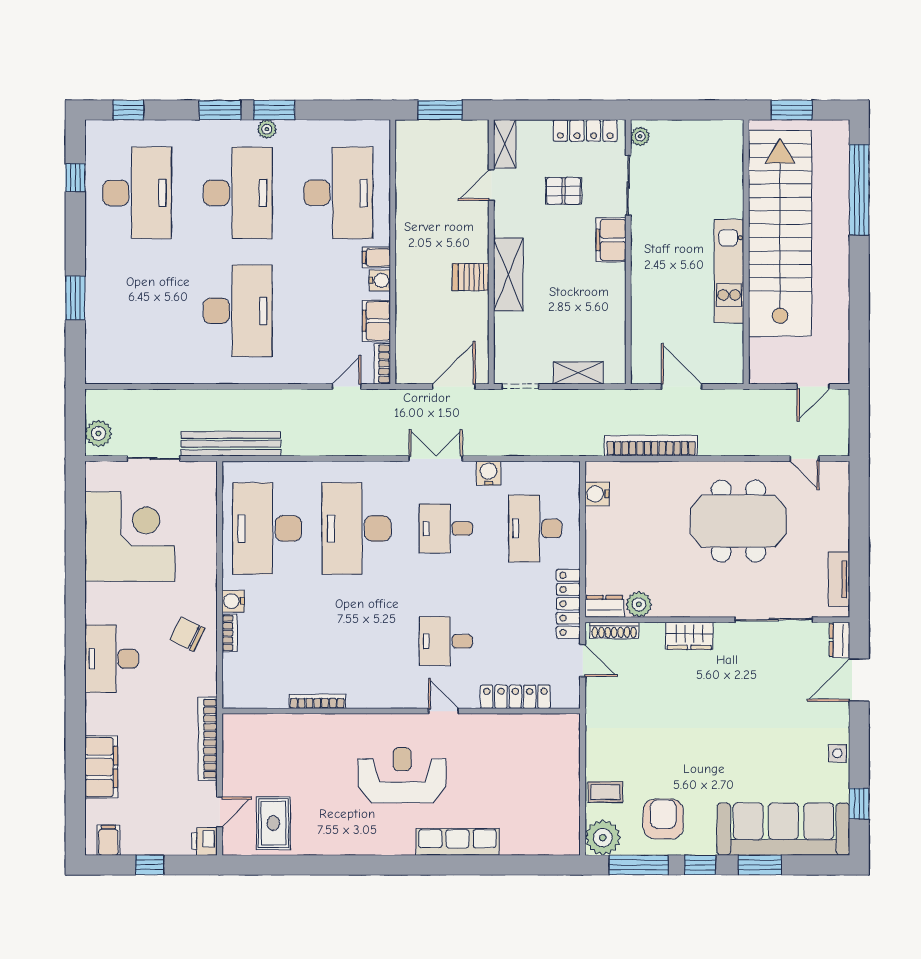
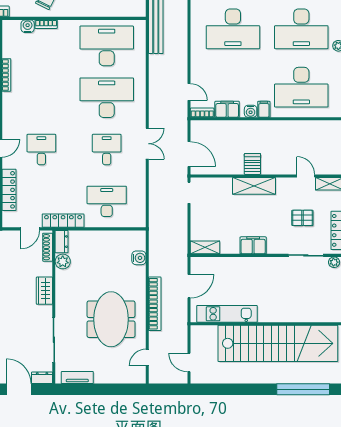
pallet: (564, 191) -> (302, 218), turned 90
filing cabinet: (611, 240) -> (253, 245), moved
kitchen unit: (729, 271) -> (227, 314), moved
shelving: (578, 373) -> (205, 247), moved, turned 90
bookcase: (651, 446) -> (155, 304), moved
water cooler: (489, 473) -> (139, 174), removed
water cooler: (597, 494) -> (139, 258), moved, turned 90
water cooler: (233, 601) -> (28, 26), moved

